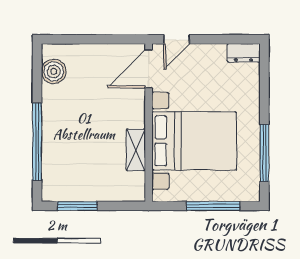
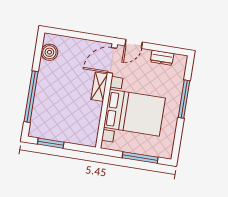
dresser: (244, 53) -> (162, 58), moved
shelving: (136, 150) -> (99, 87), moved
window: (264, 153) -> (184, 99), moved

